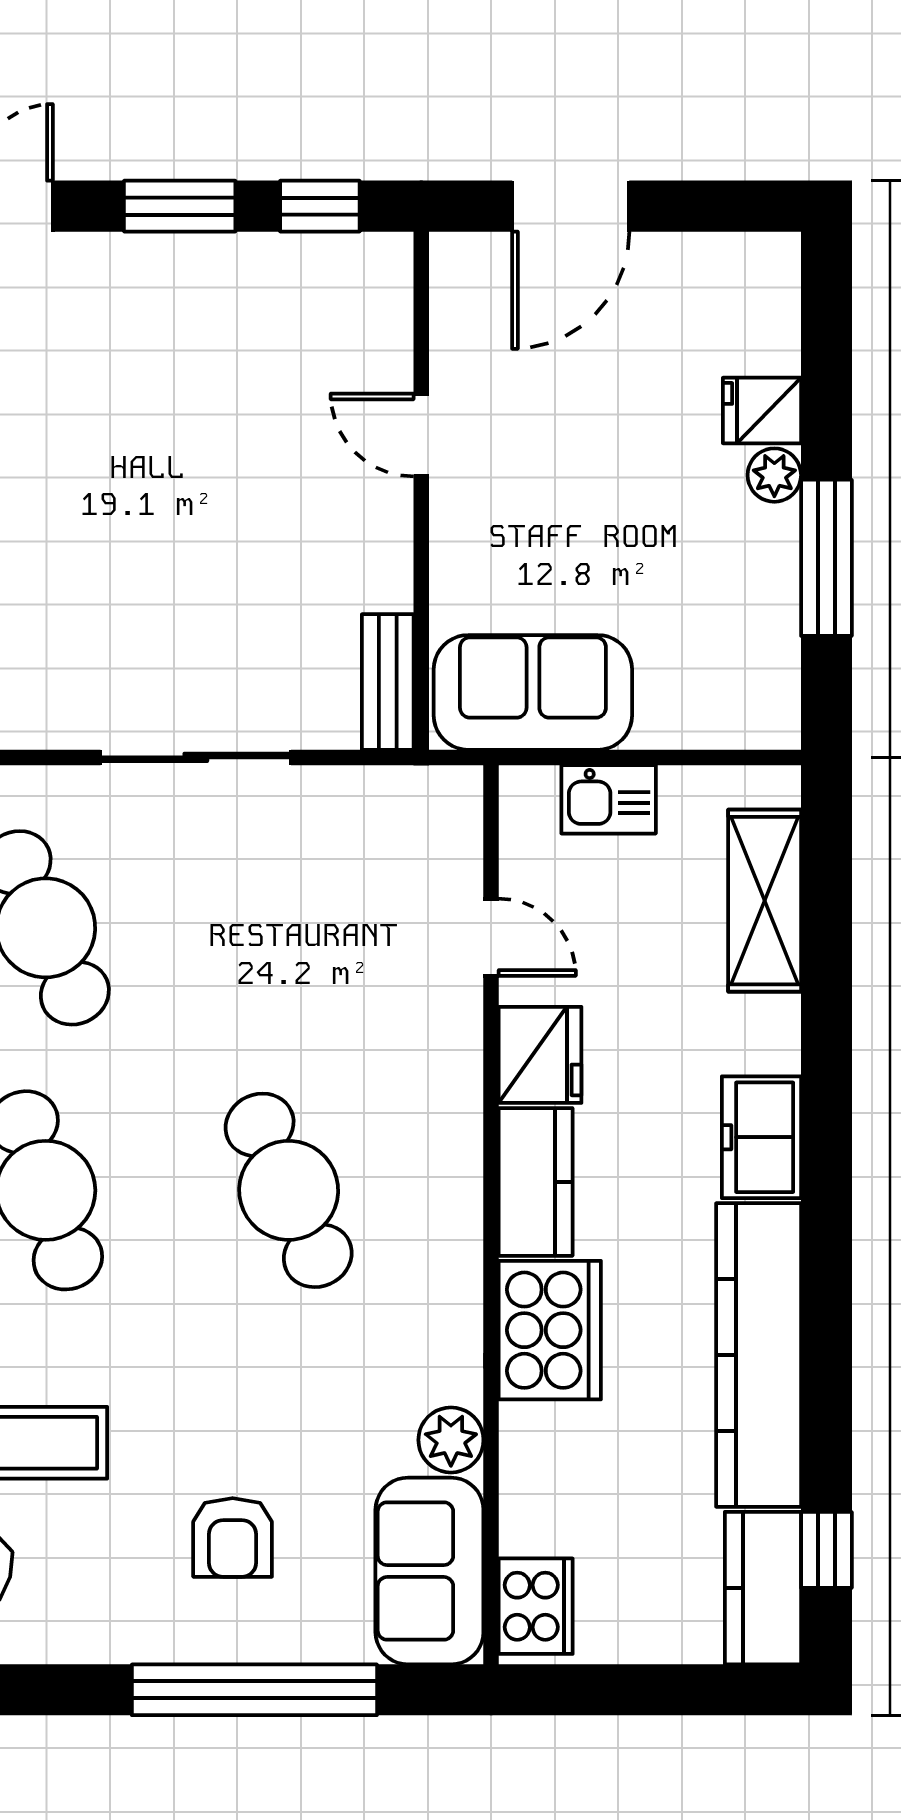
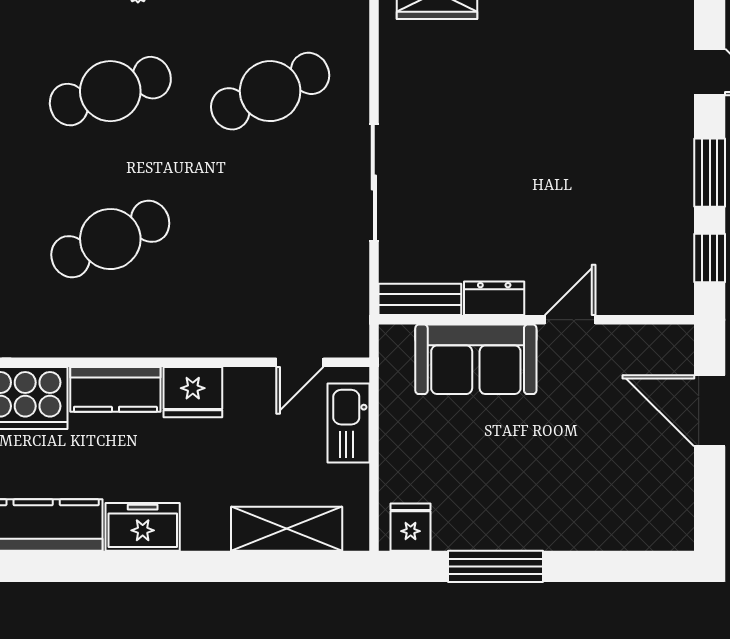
fridge: (762, 410) -> (411, 527), moved
plant: (774, 475) -> (546, 535), removed
dresser: (386, 560) -> (494, 298), added
sofa: (533, 692) -> (476, 359), moved, turned 90
kitchen sink: (609, 799) -> (348, 423), width x1.38
door: (491, 937) -> (300, 362), moved

